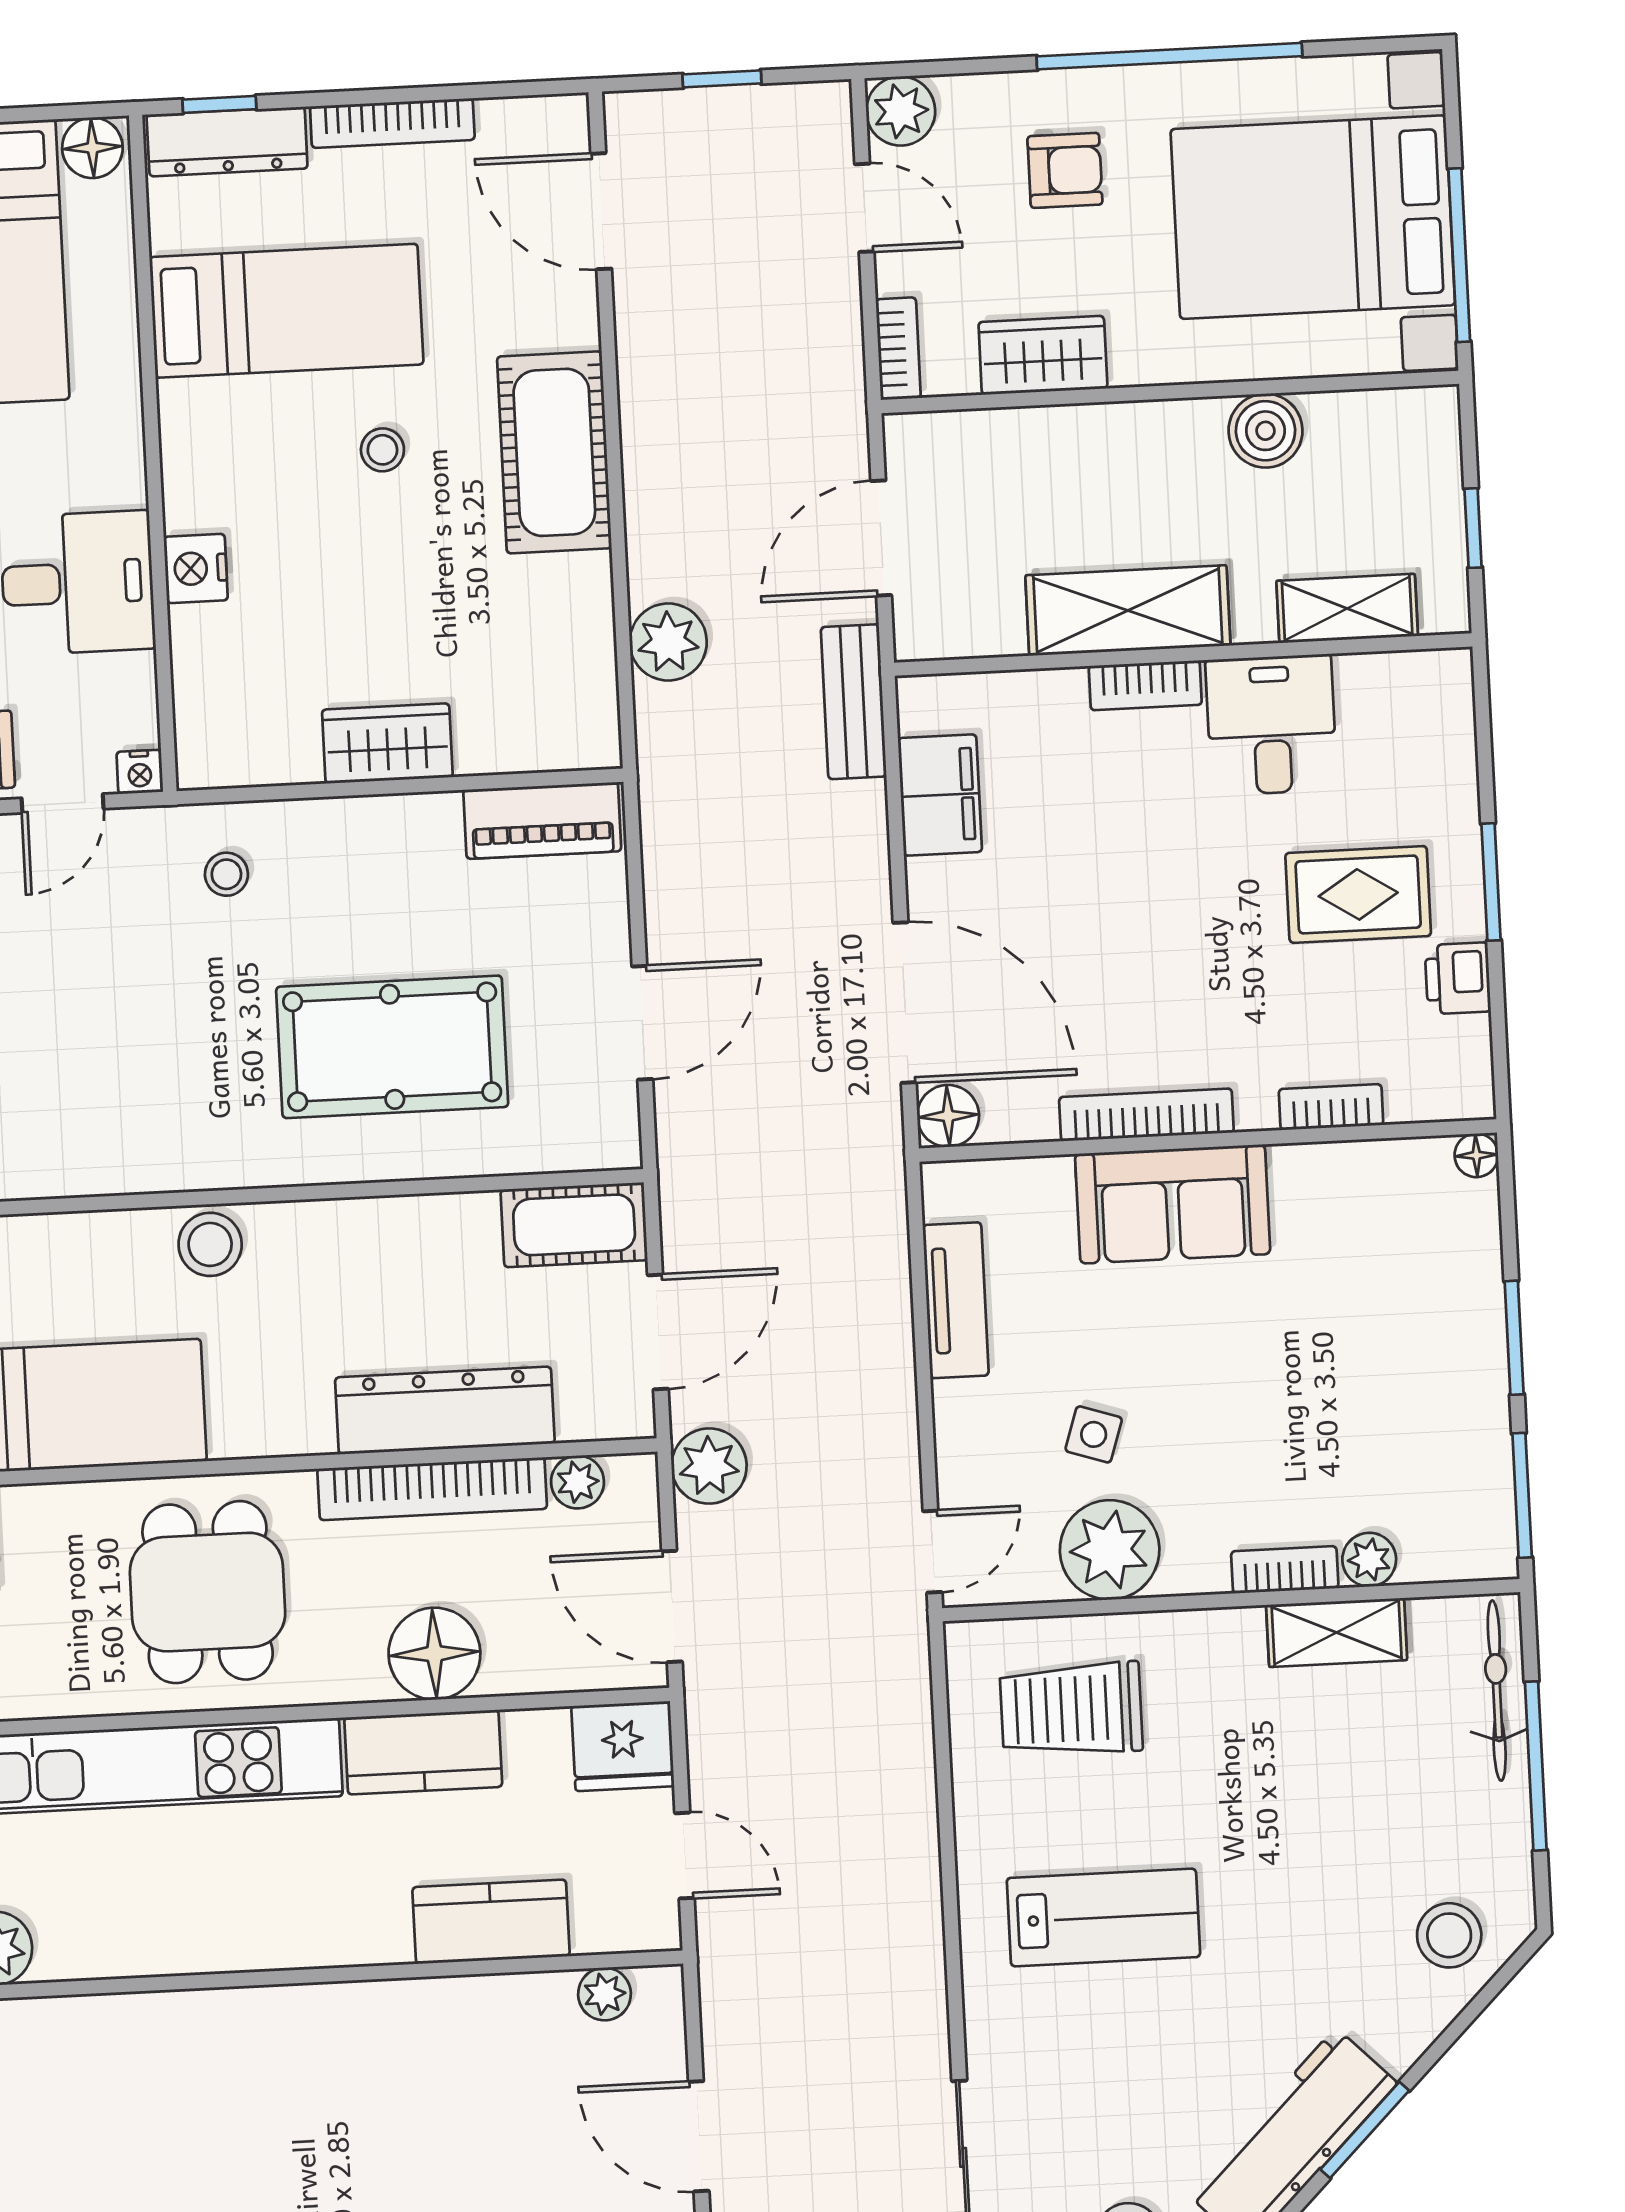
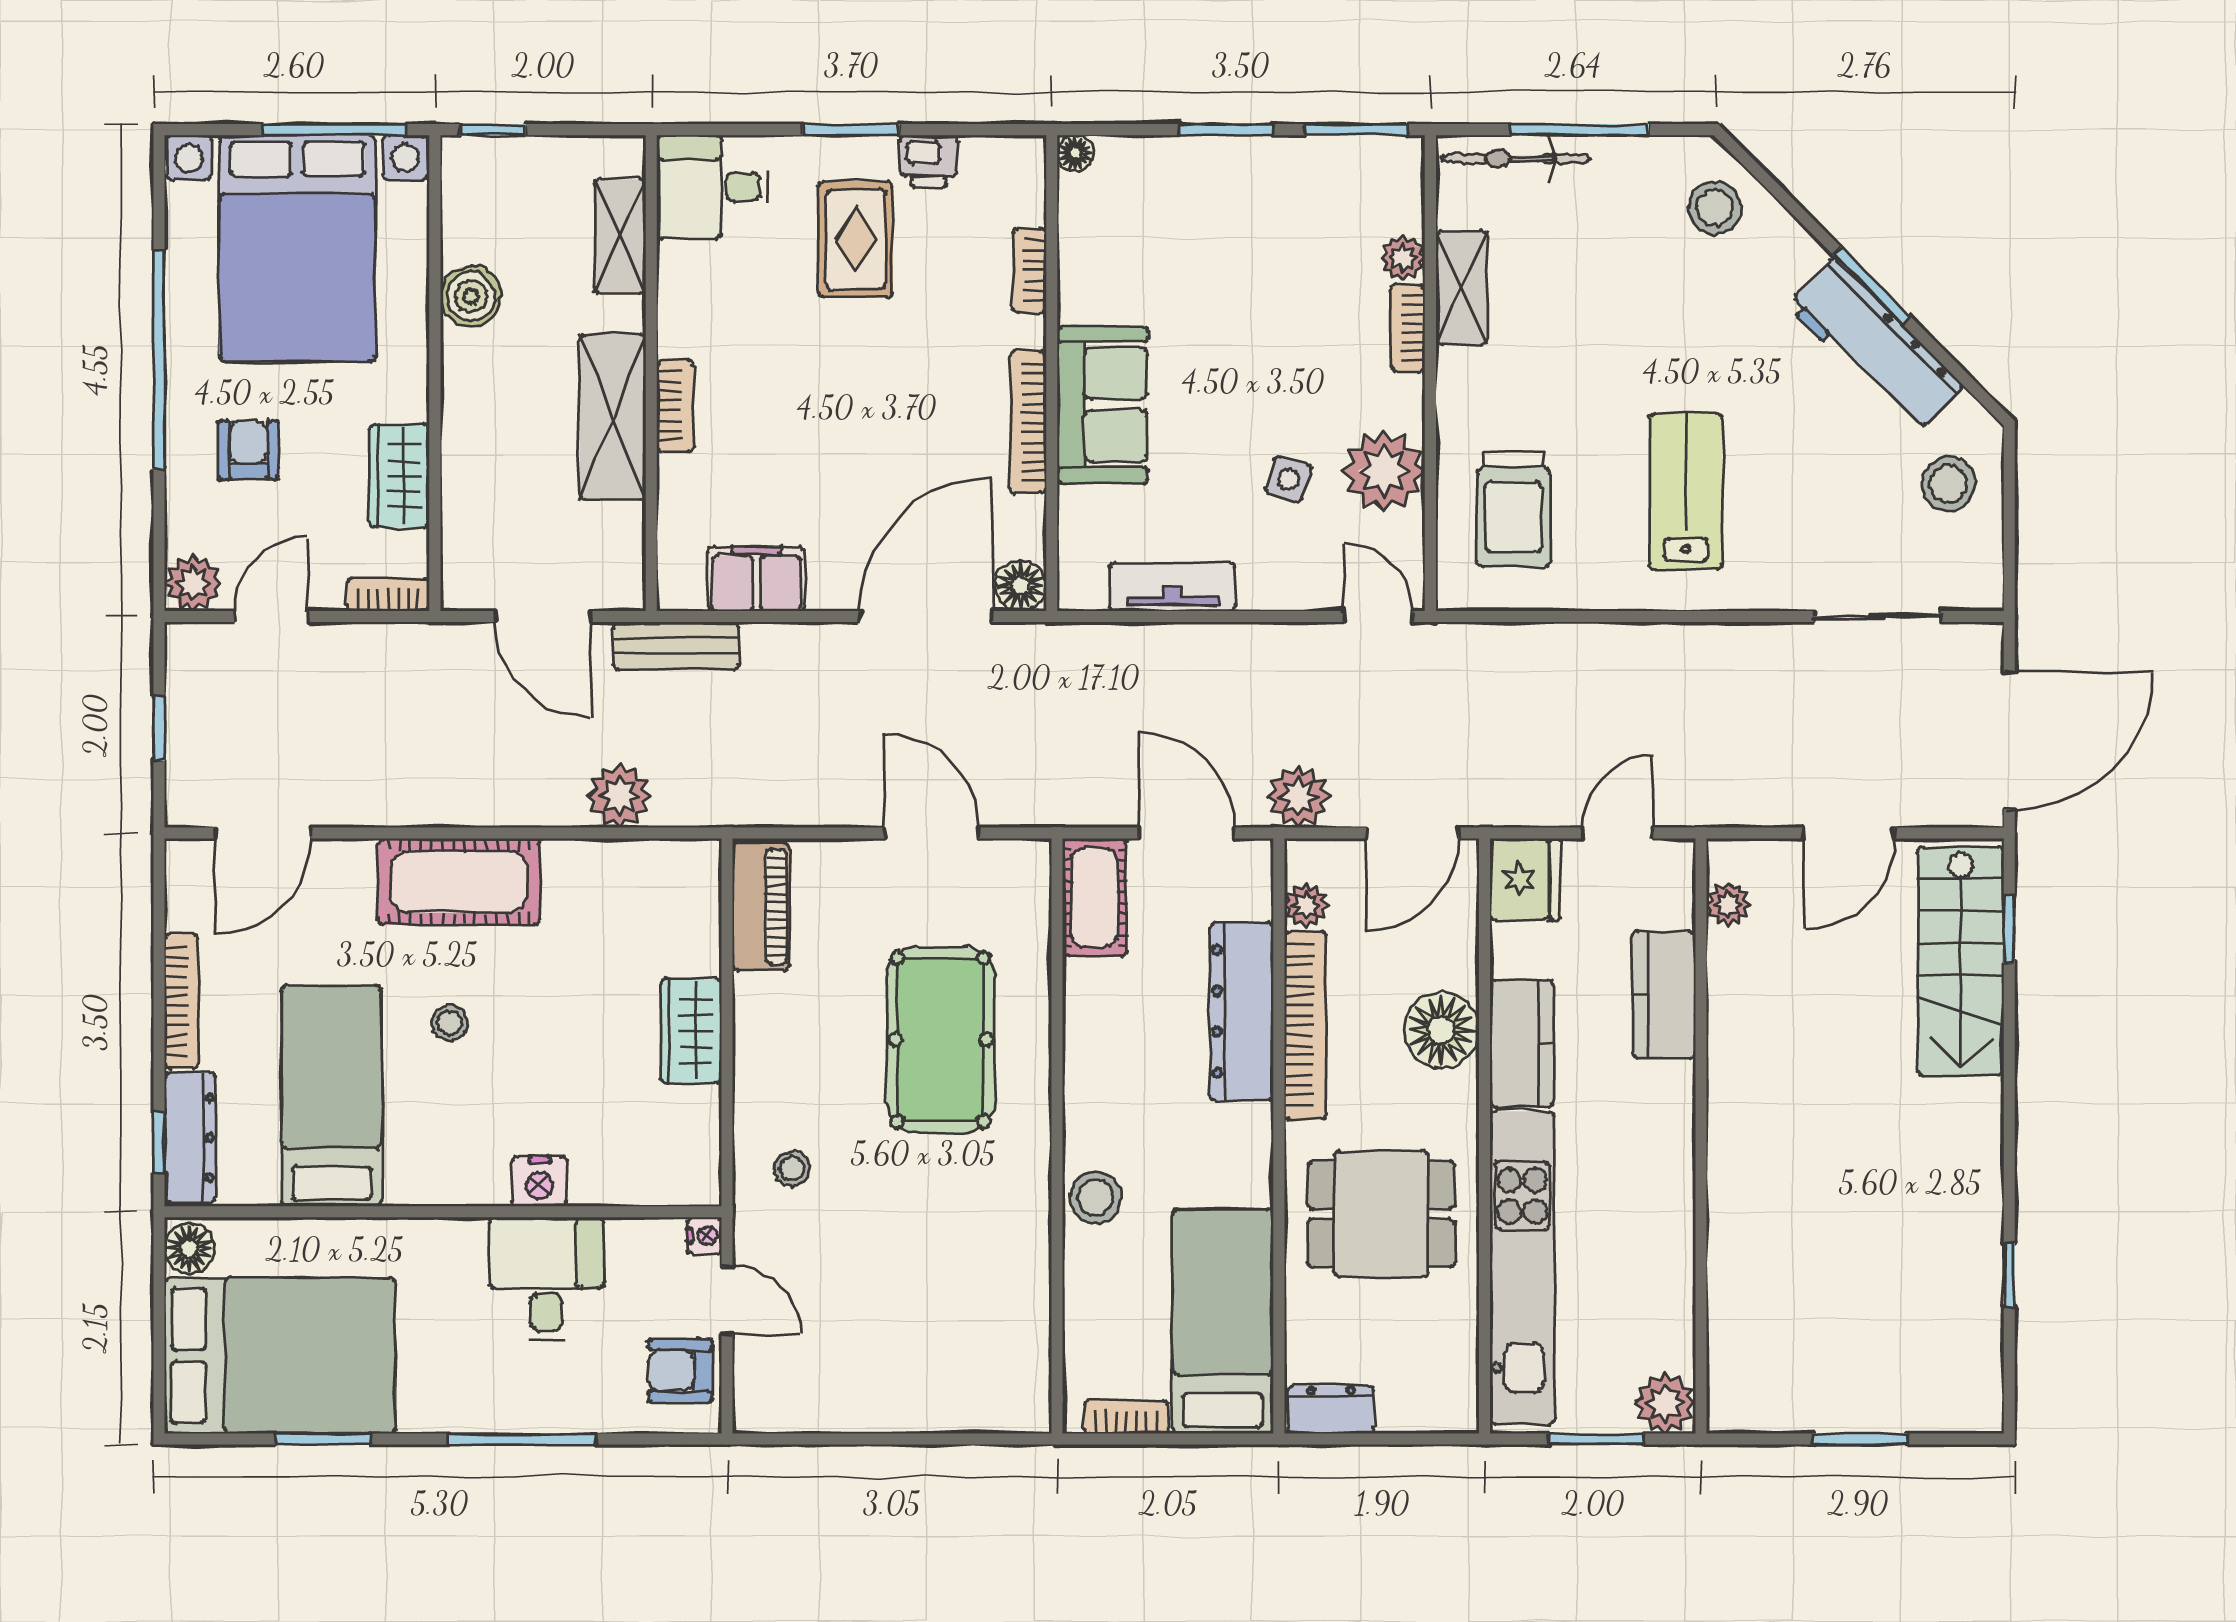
window: (1473, 528) -> (493, 130), moved
desk: (1271, 725) -> (713, 187), moved

